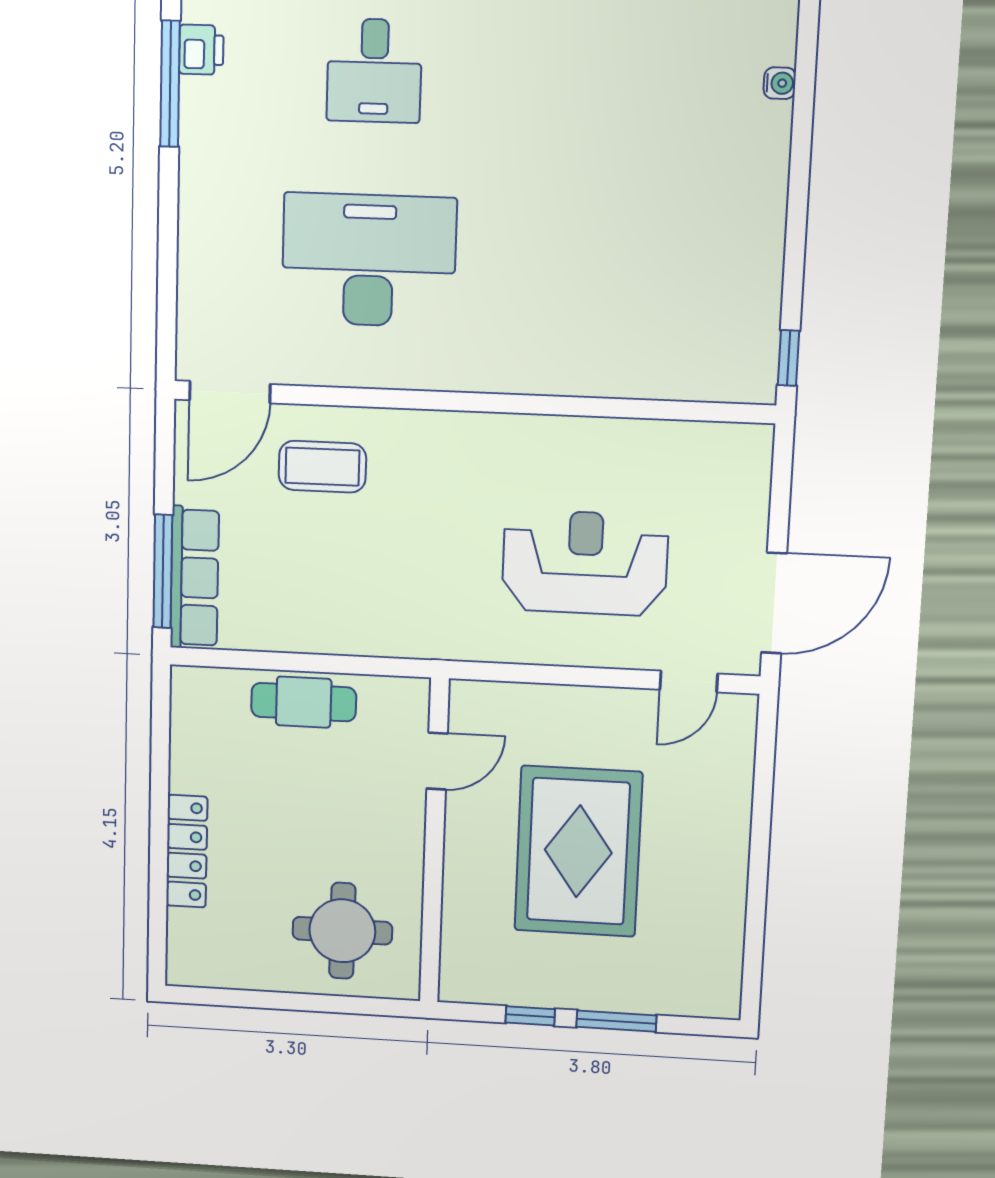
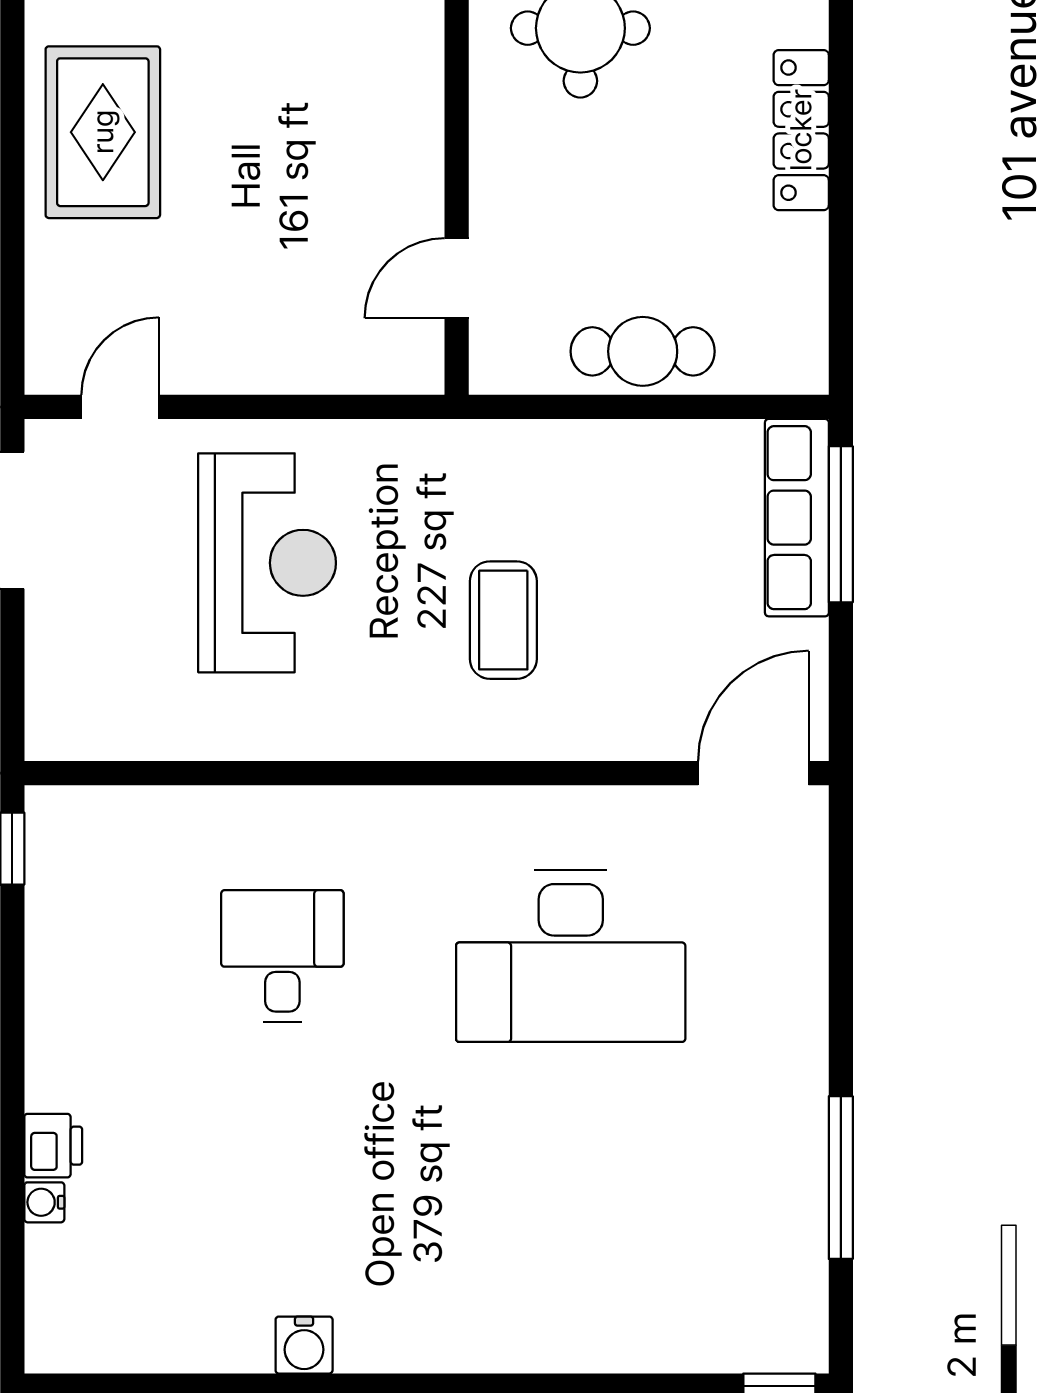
printer: (201, 50) -> (53, 1146), moved, turned 180
desk: (374, 71) -> (282, 956), moved
coffee table: (322, 467) -> (503, 620), moved, turned 90
reception desk: (585, 563) -> (267, 563), turned -90
rug: (578, 851) -> (103, 132), moved, width x0.73, depth x0.69

